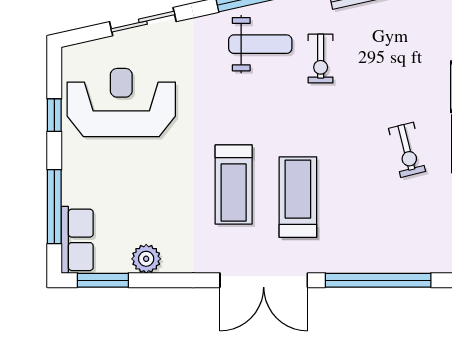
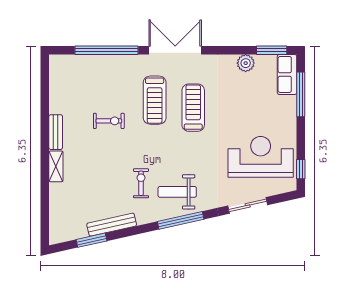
reception desk: (121, 103) -> (261, 157), turned 180
window: (54, 115) -> (301, 169), moved
exercise bike: (407, 150) -> (109, 121), moved, turned 104

